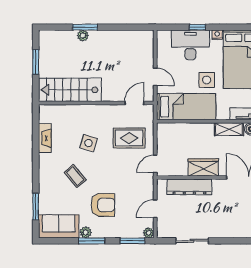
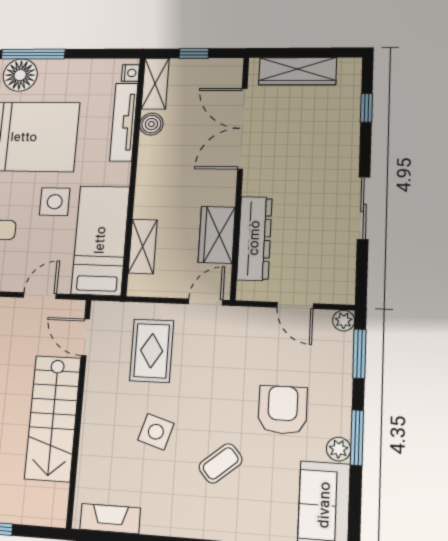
stairs: (70, 90) -> (53, 418), moved
shelving: (229, 129) -> (143, 246), moved
fireplace: (45, 138) -> (110, 519), moved
door: (155, 164) -> (206, 302), swing flipped
wardrobe: (203, 167) -> (217, 235), moved
sliding door: (192, 241) -> (364, 208), moved

